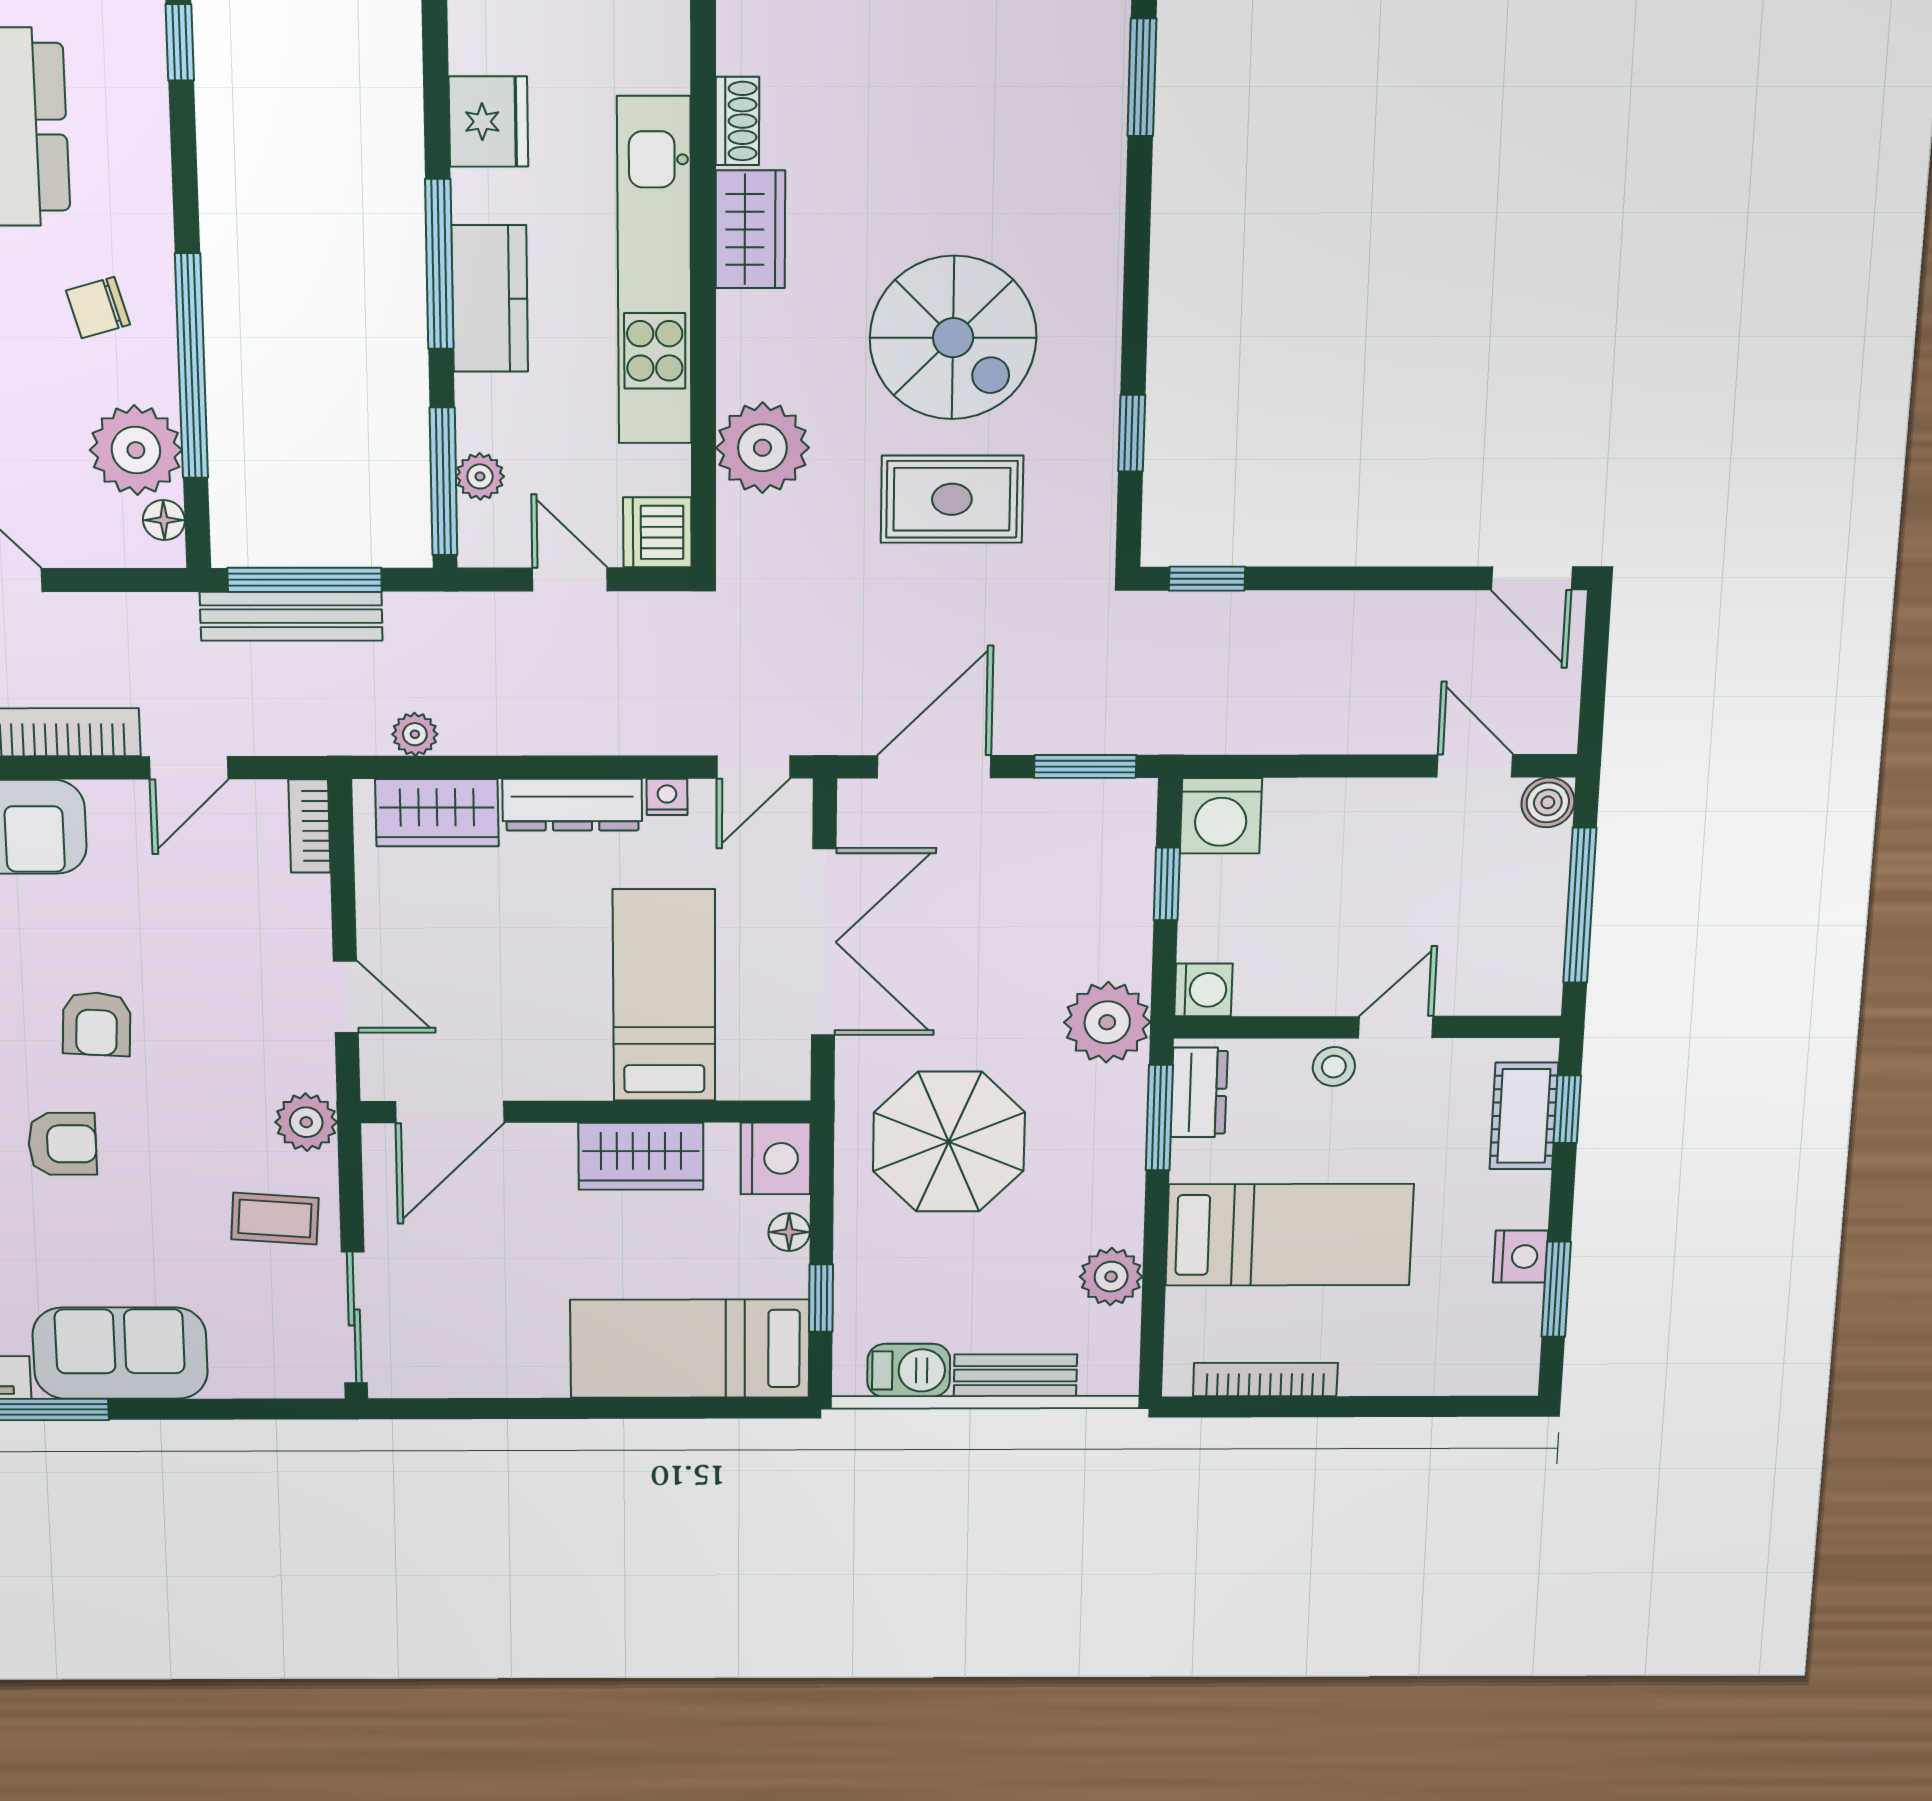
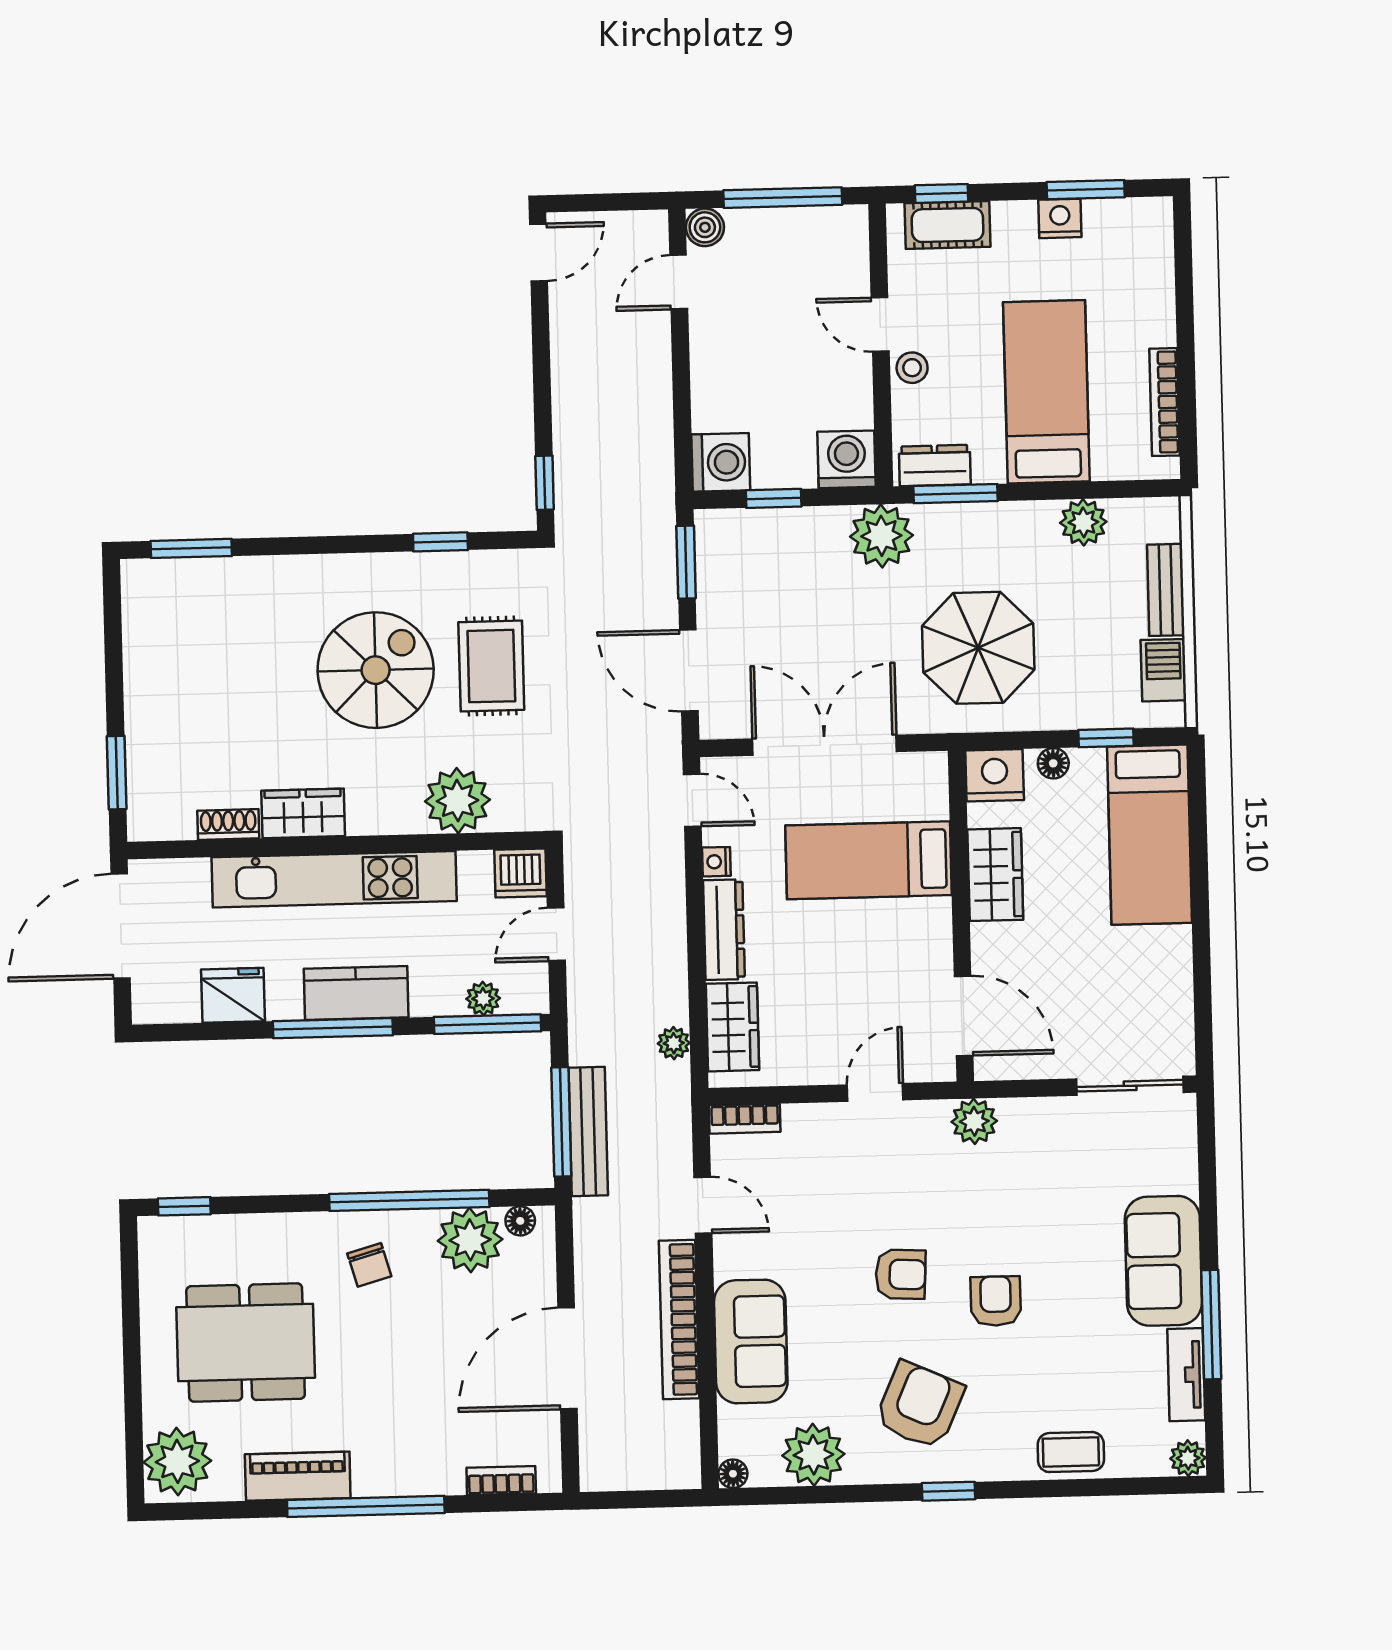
washing machine: (1203, 990) -> (847, 459), width x1.38, depth x1.38
coffee table: (275, 1219) -> (1052, 1145), removed

